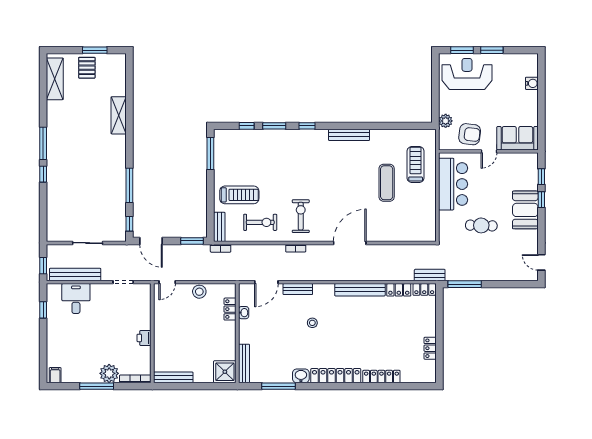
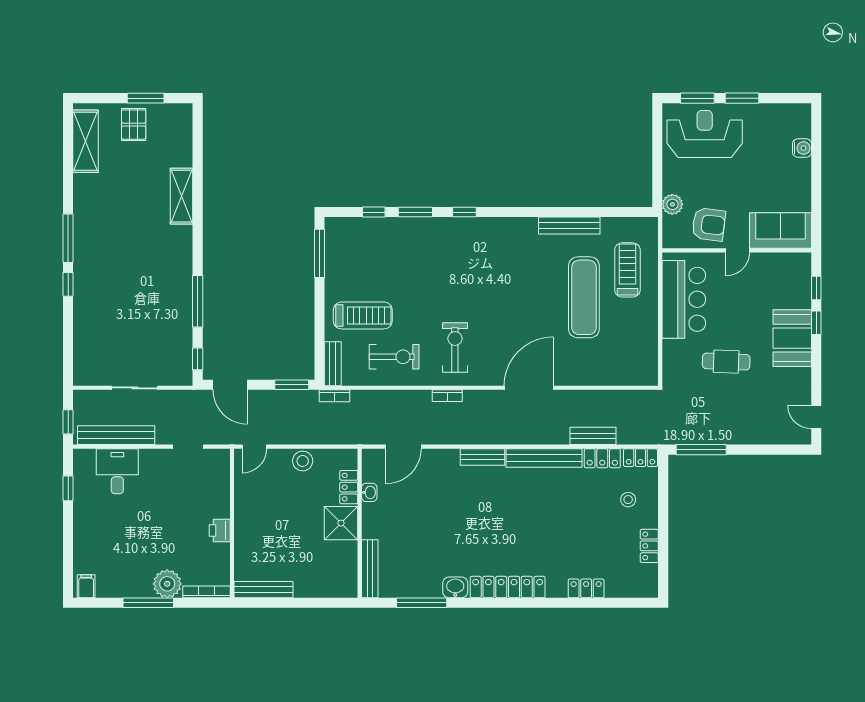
bench: (349, 135) -> (569, 226), moved
exercise mat: (387, 183) -> (584, 297), width x1.36, depth x1.45
bench: (430, 275) -> (593, 436), moved
bench: (298, 289) -> (483, 457), moved
stool: (312, 323) -> (628, 500), moved
shower: (225, 372) -> (341, 523), moved
locker: (381, 377) -> (586, 588), width x0.66

